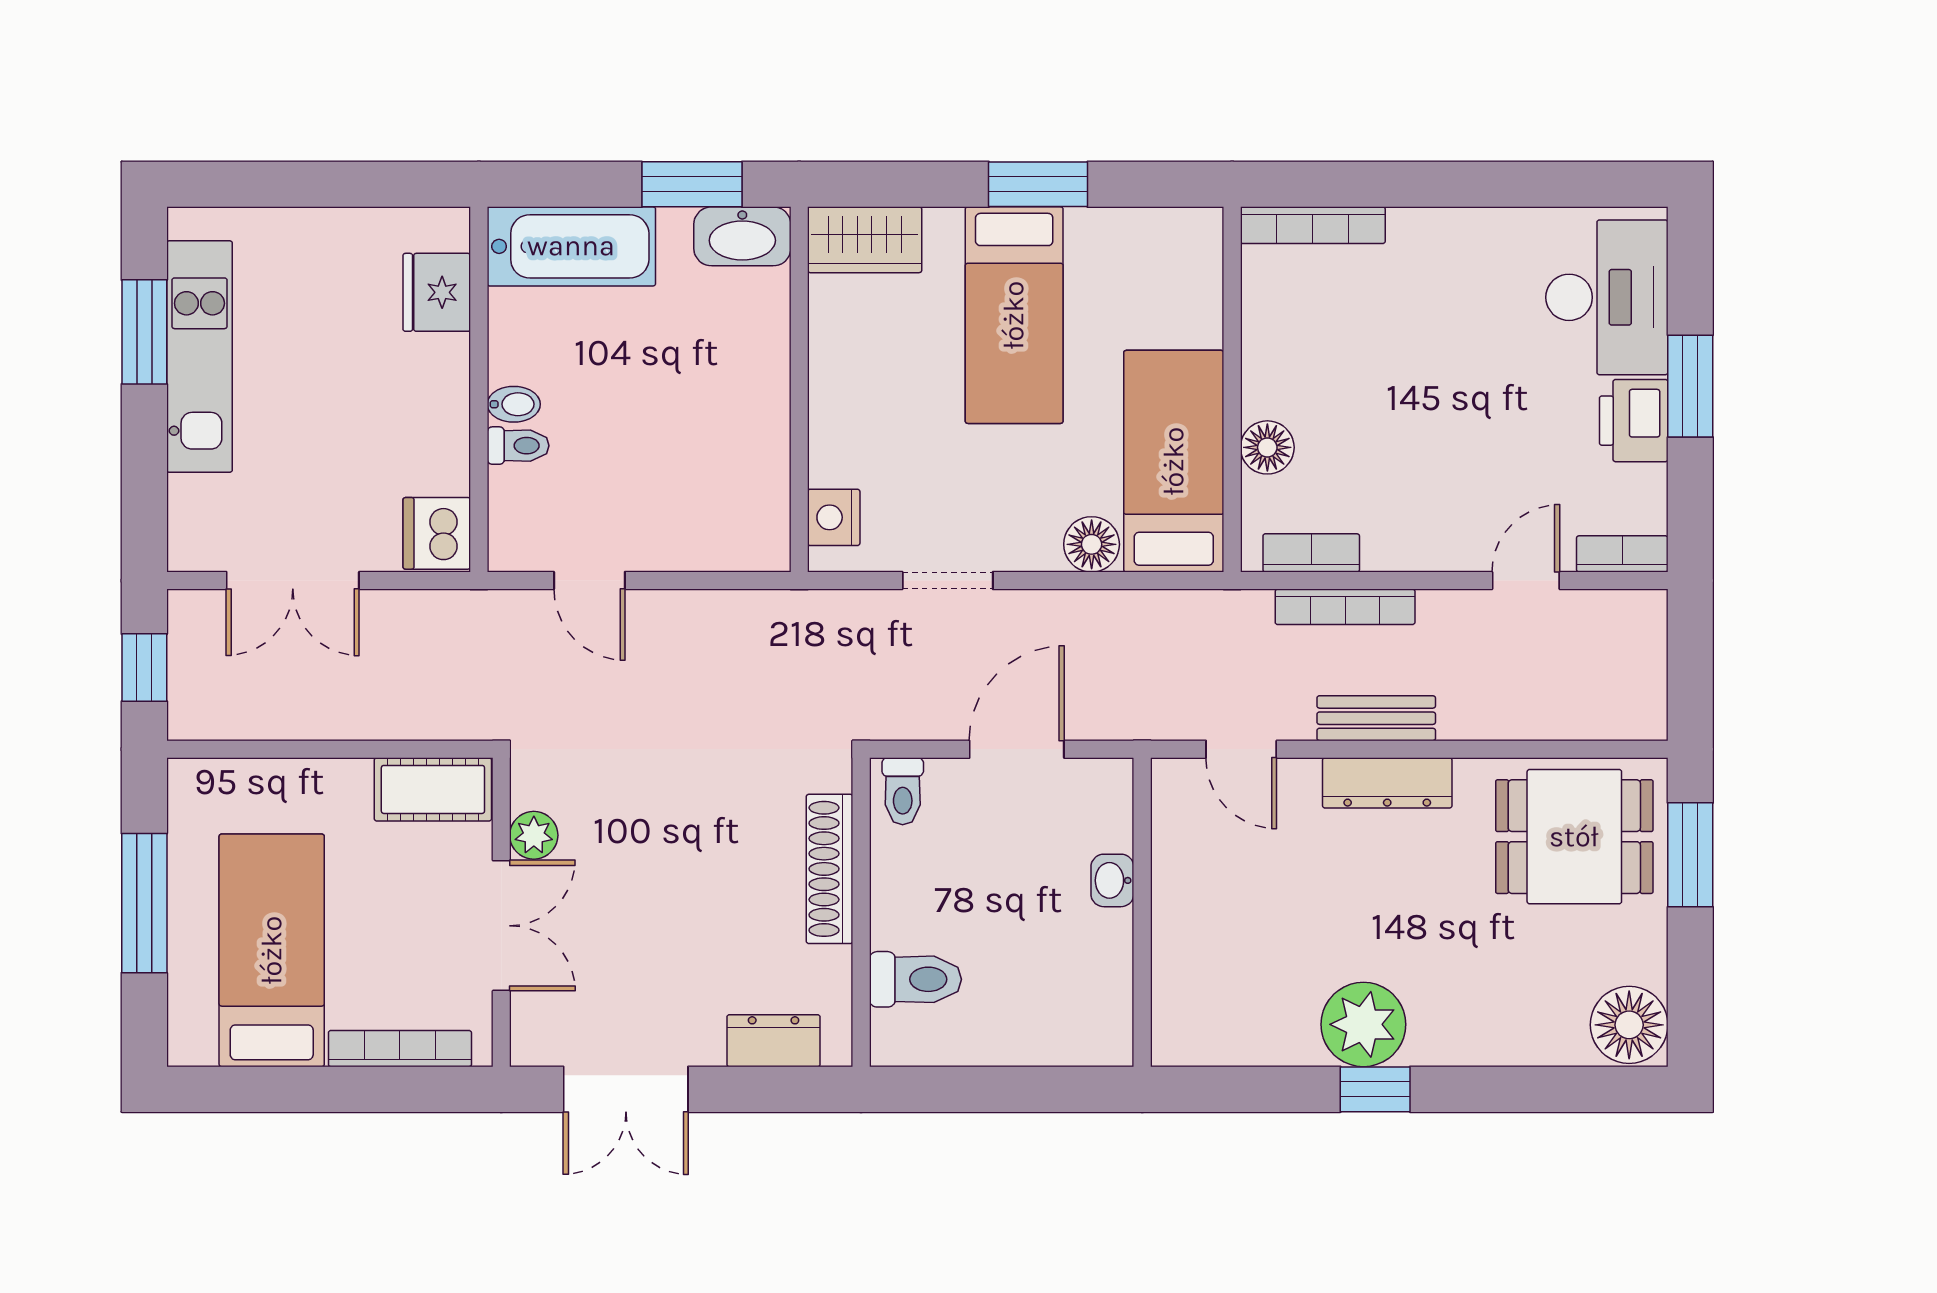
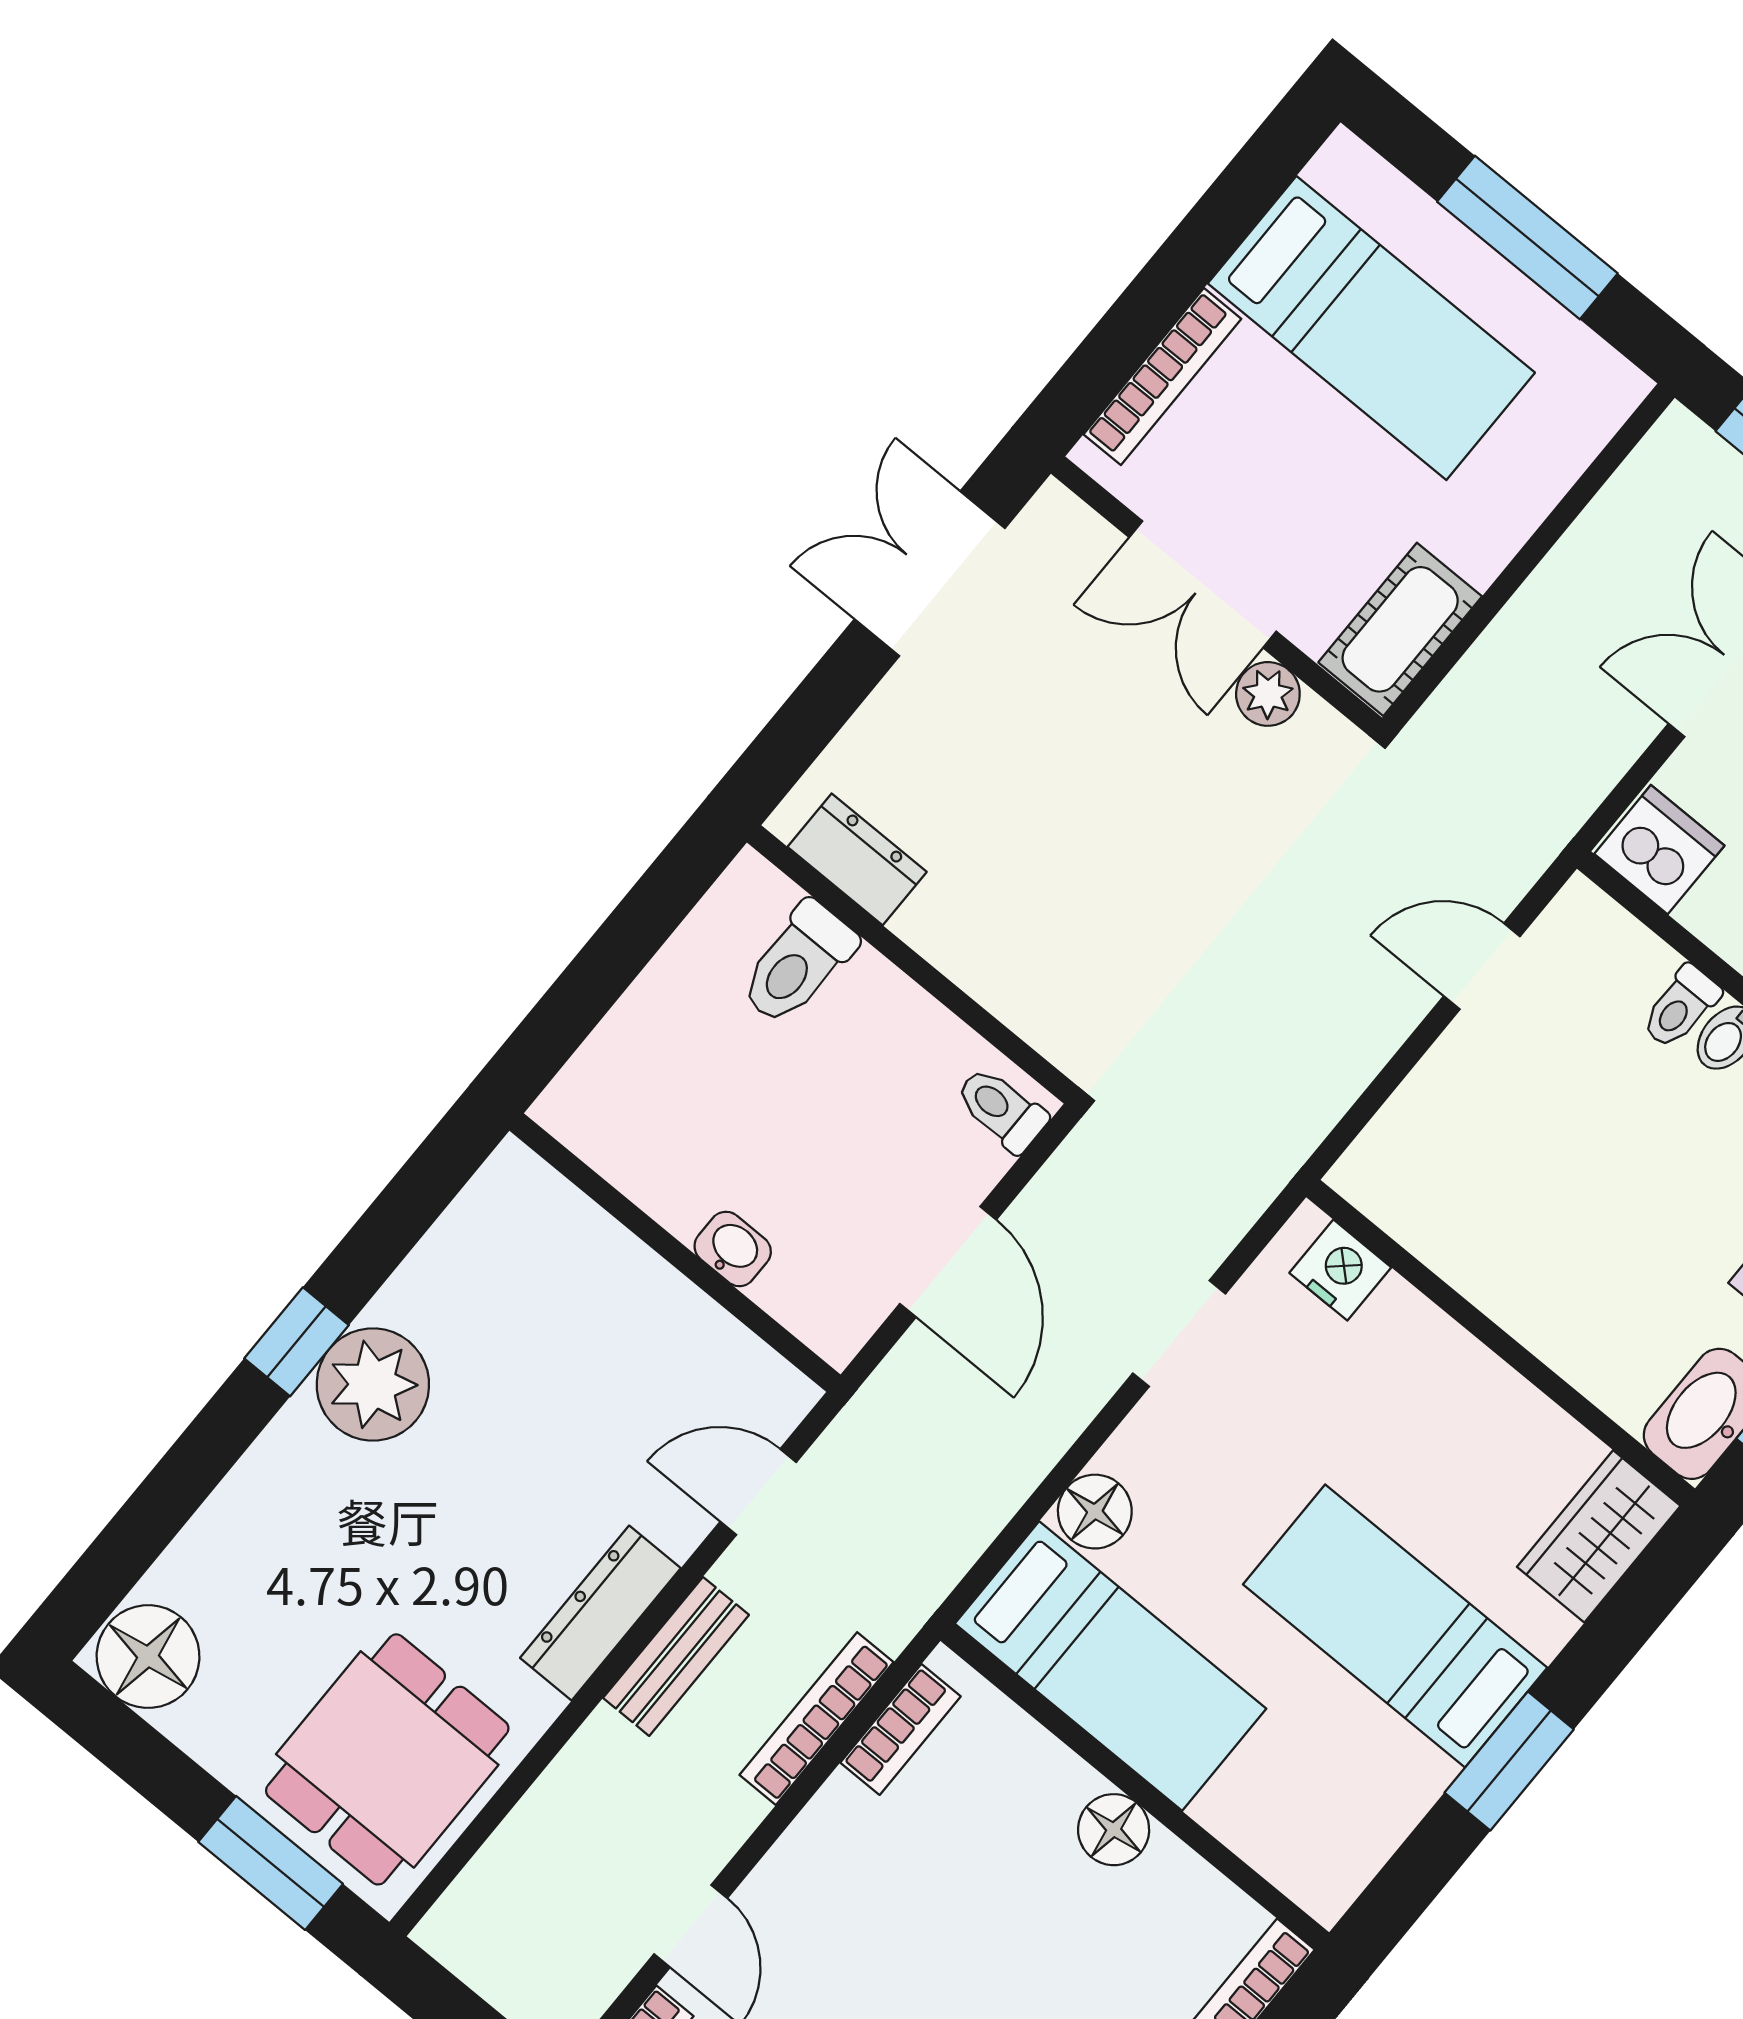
floor lamp: (1267, 447) -> (1114, 1830), moved
shoe rack: (830, 869) -> (983, 969), removed
dresser: (774, 1041) -> (857, 859), moved, turned -90

